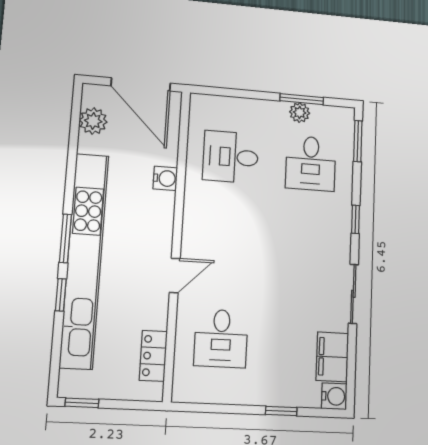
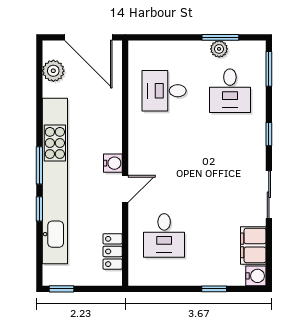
water cooler: (165, 178) -> (113, 163), moved

